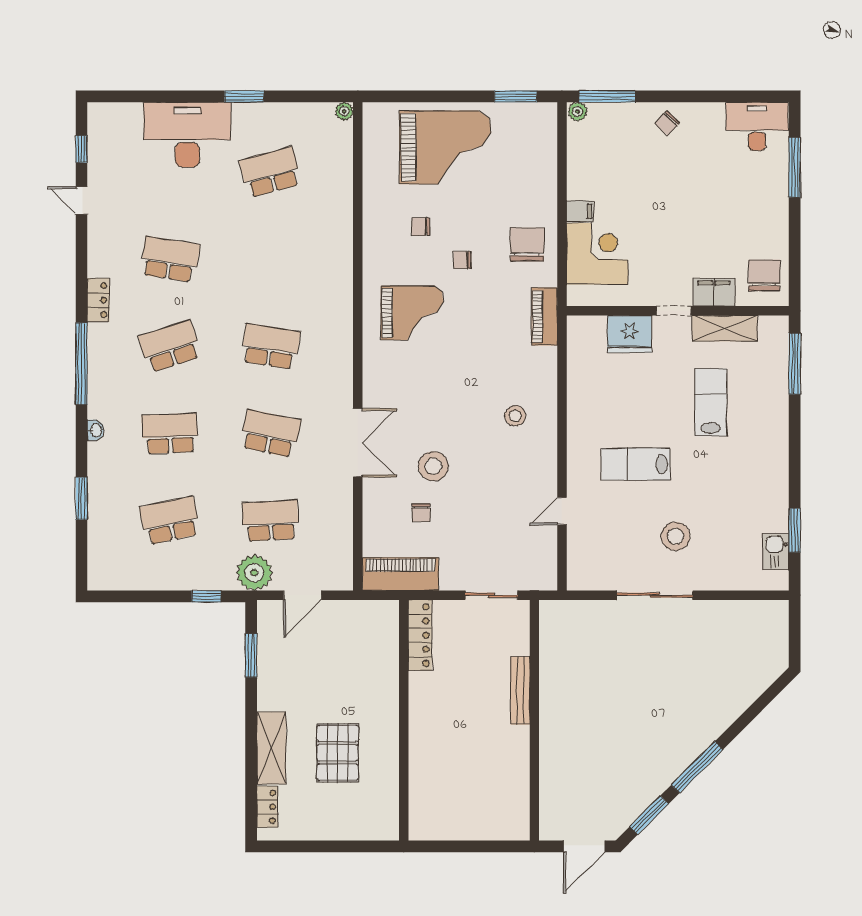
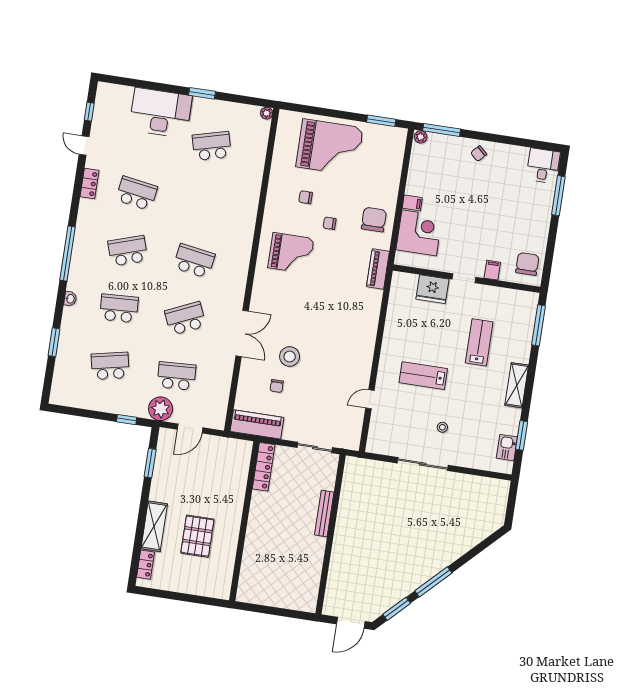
desk: (757, 126) -> (543, 166), width x0.73
filing cabinet: (714, 292) -> (492, 270), width x0.50
locker: (98, 300) -> (90, 184), moved
shelving: (725, 328) -> (517, 385), moved, turned 90
stool: (515, 416) -> (349, 332), removed
school desk: (270, 433) -> (185, 318), turned -36
stool: (676, 536) -> (442, 427), width x0.53, depth x0.53

